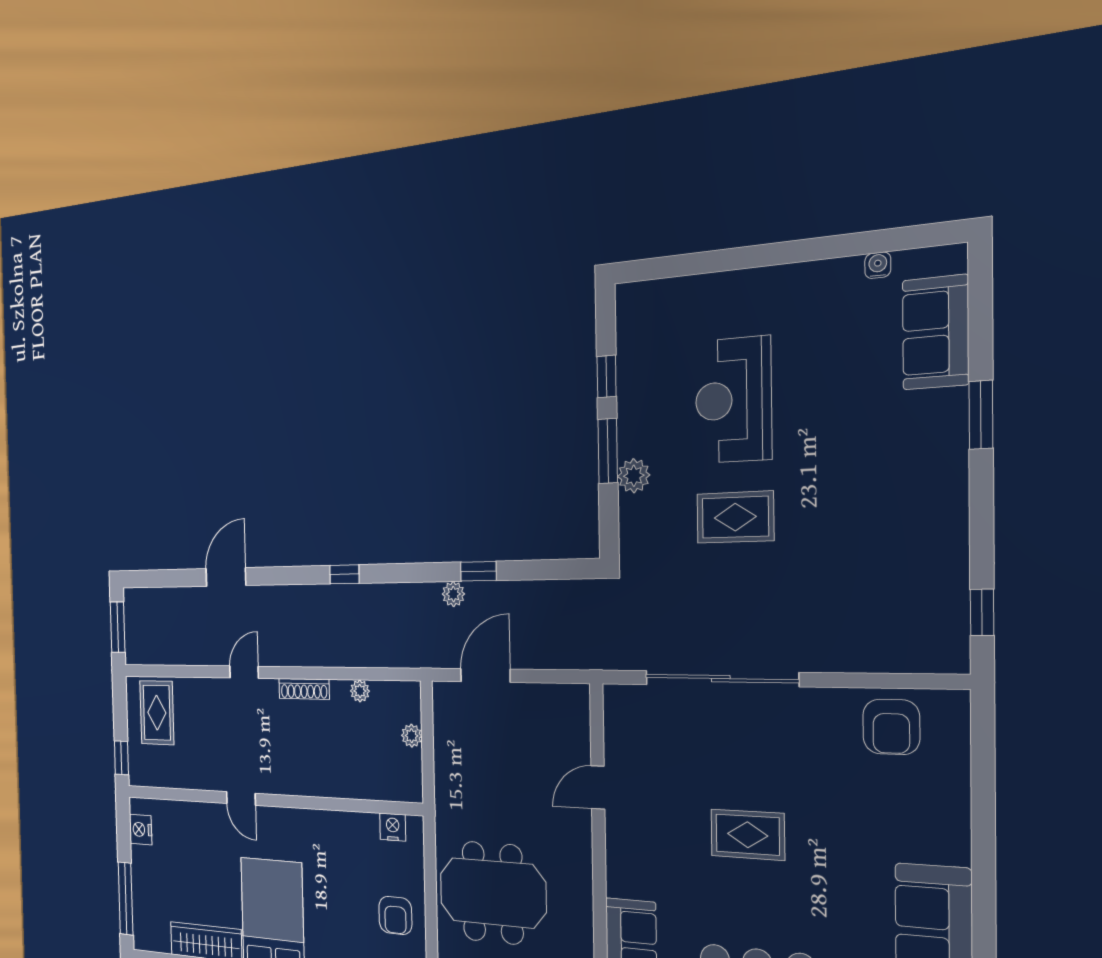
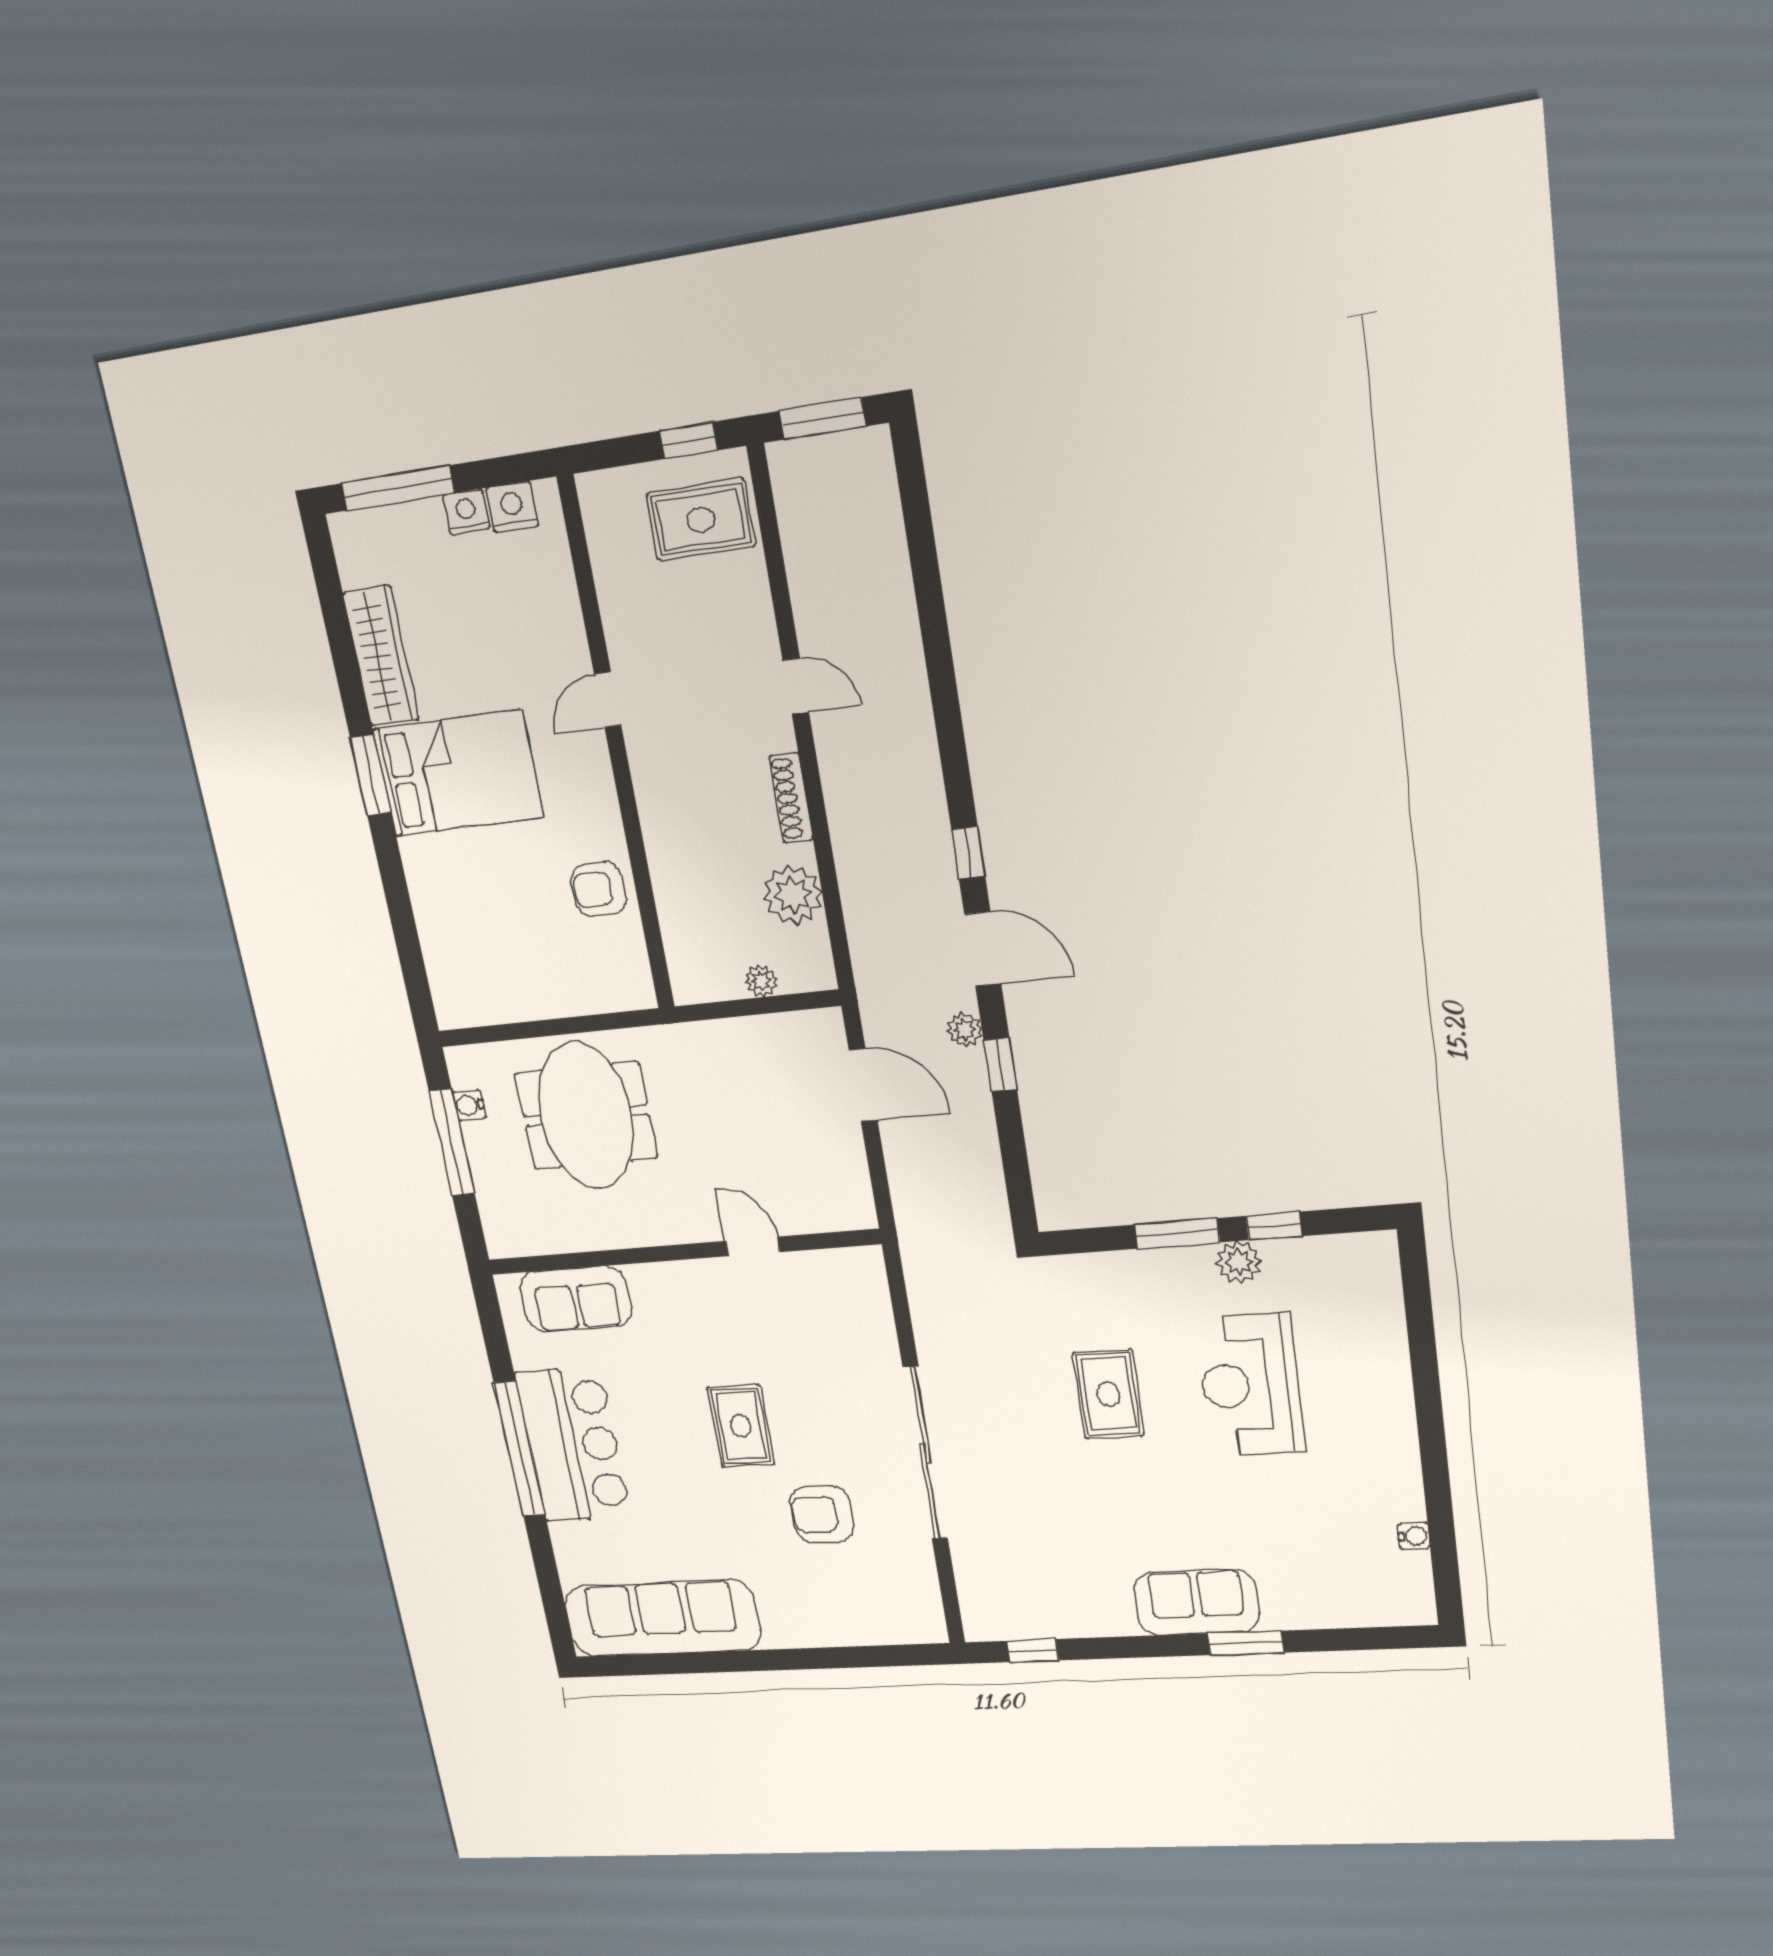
sofa: (936, 332) -> (1197, 1602), moved
reception desk: (733, 400) -> (1250, 1385), turned -90
plant: (634, 476) -> (1239, 1262), moved
door: (226, 577) -> (983, 949), moved
sliding door: (721, 679) -> (925, 1453), moved
plant: (360, 691) -> (793, 895), width x1.87, depth x1.87
armchair: (891, 727) -> (822, 1514), moved
window: (121, 758) -> (689, 440), moved
nightstand: (393, 827) -> (466, 512), moved, turned -90
armchair: (395, 915) -> (599, 889), moved

